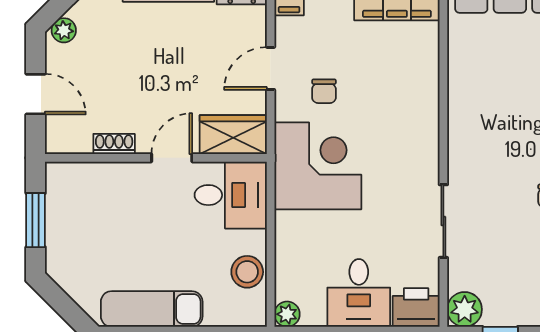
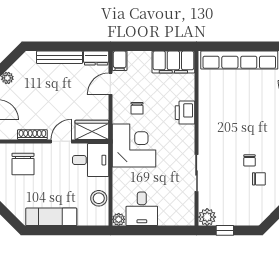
door: (271, 68) -> (110, 84), moved
shoe rack: (114, 144) -> (32, 135), width x1.43
chair: (95, 203) -> (23, 164), added
desk: (359, 293) -> (142, 209), moved
printer: (416, 307) -> (185, 113), moved, turned -90

